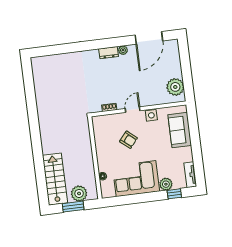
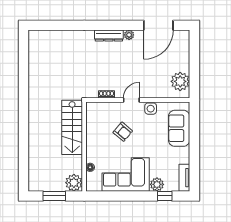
dresser: (109, 53) -> (109, 36), width x1.44
stairs: (55, 179) -> (72, 127), moved, turned 180
plant: (79, 193) -> (74, 183), moved

